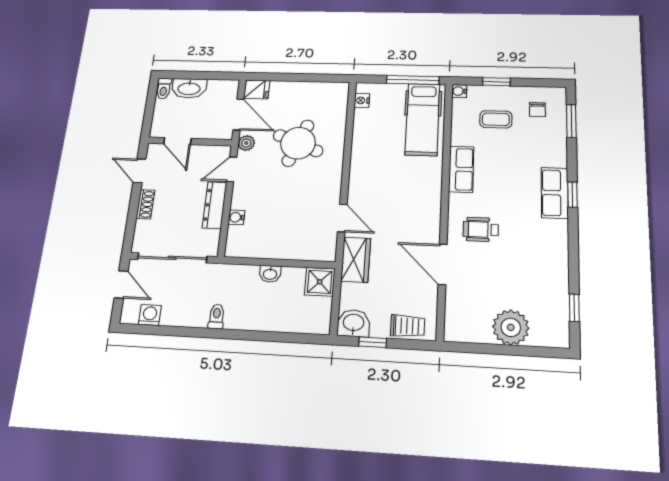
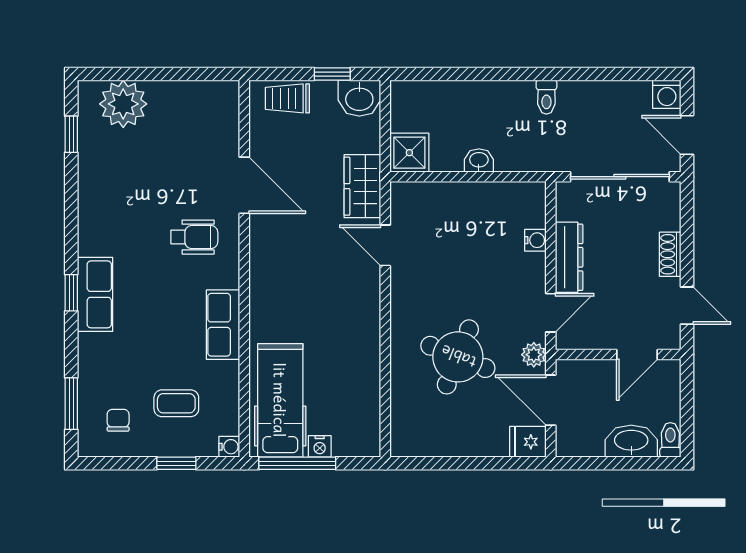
nightstand: (362, 100) -> (320, 446), moved, turned 90
door: (177, 141) -> (637, 354), swing flipped
washing machine: (150, 315) -> (667, 94), moved
plant: (511, 327) -> (123, 104), moved

